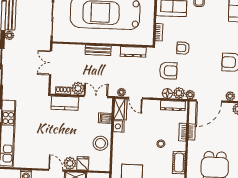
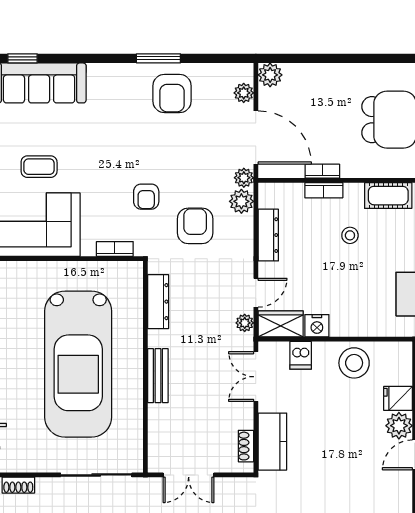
plant: (78, 88) -> (240, 415), removed
floor lamp: (167, 93) -> (243, 226), removed
dresser: (173, 106) -> (268, 235), moved

